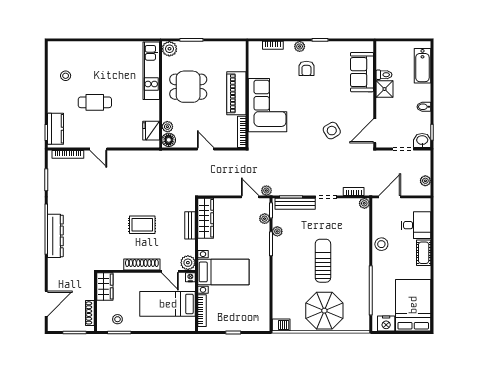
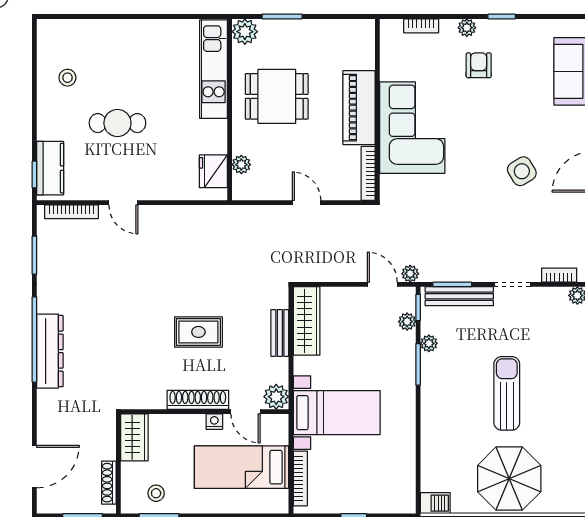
armchair: (306, 68) -> (479, 65), turned 180
floor lamp: (169, 140) -> (244, 187), removed
nightstand: (190, 277) -> (214, 422), moved

